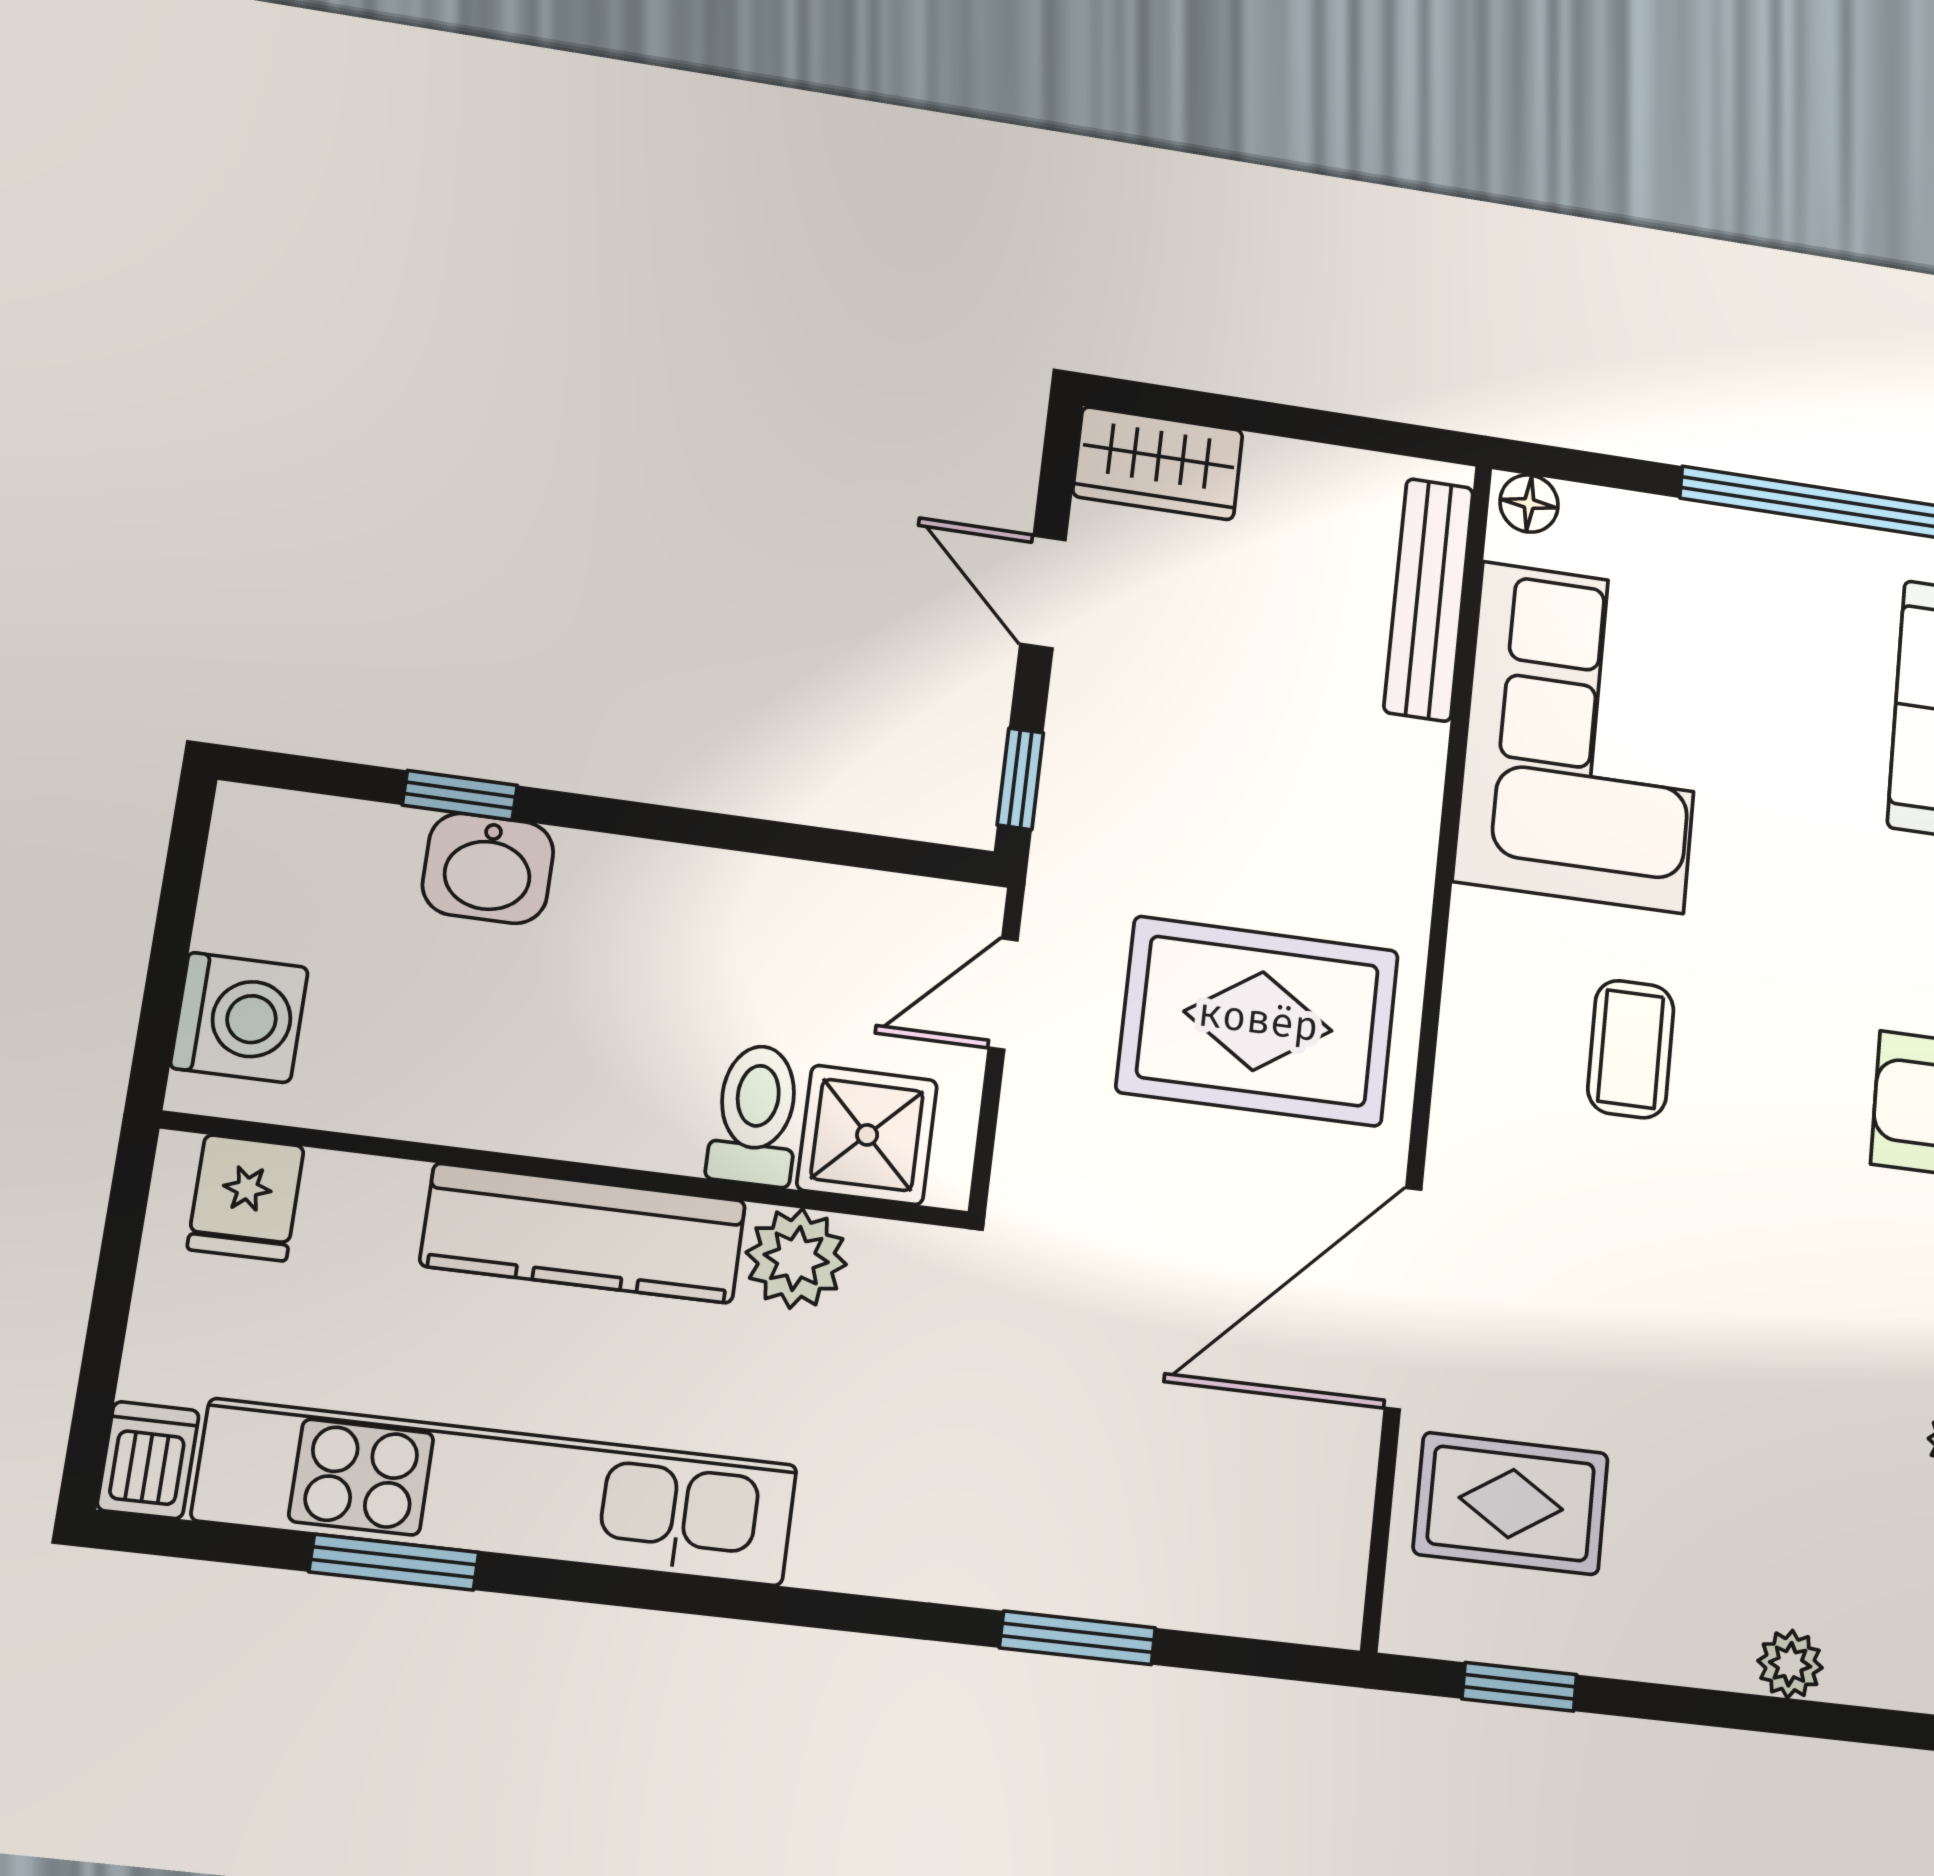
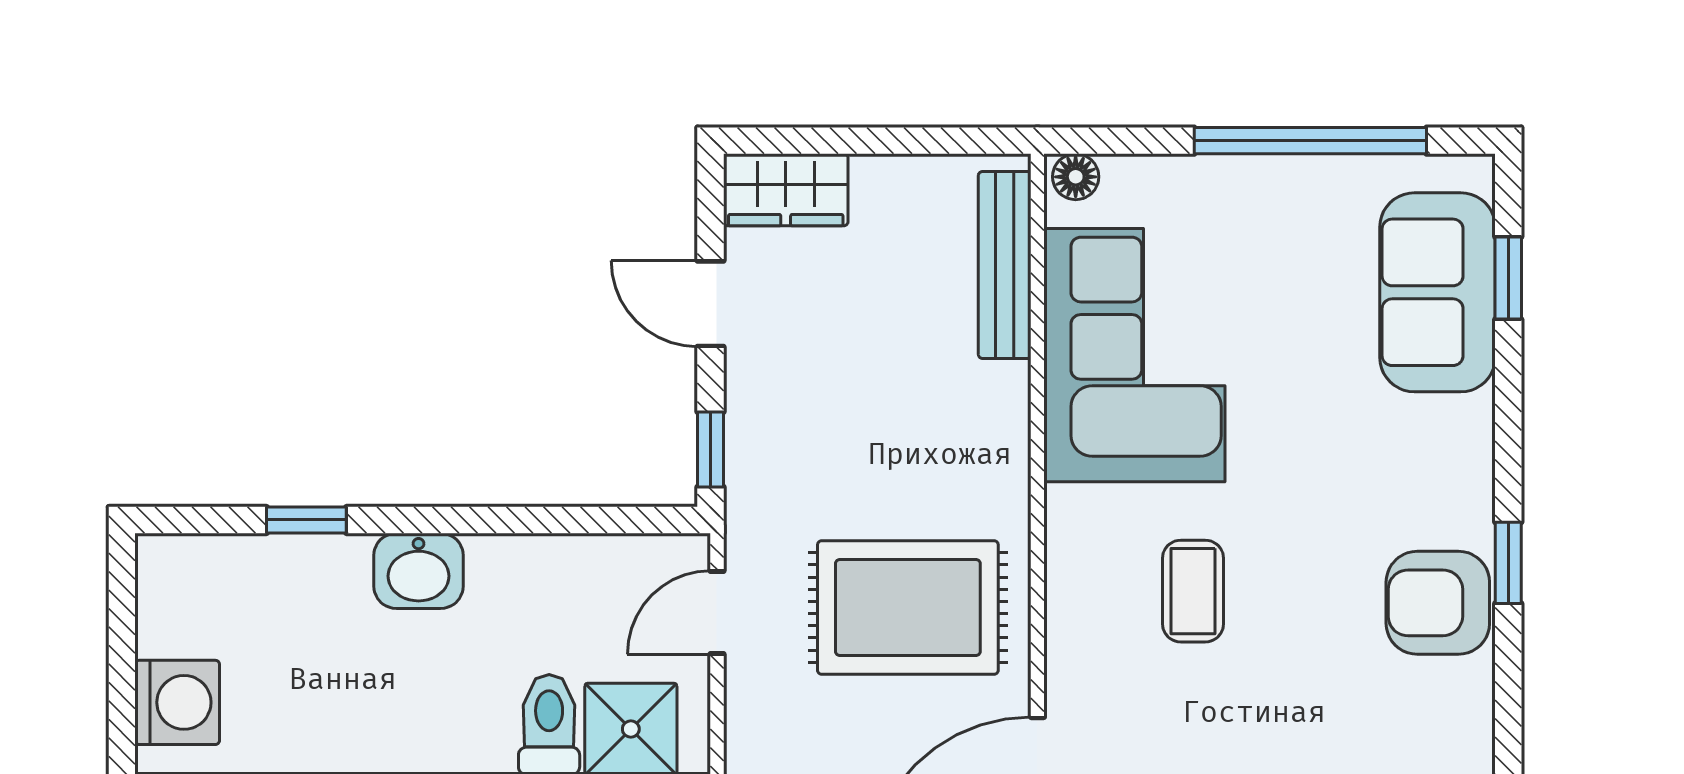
washbasin: (488, 868) -> (419, 571), moved

